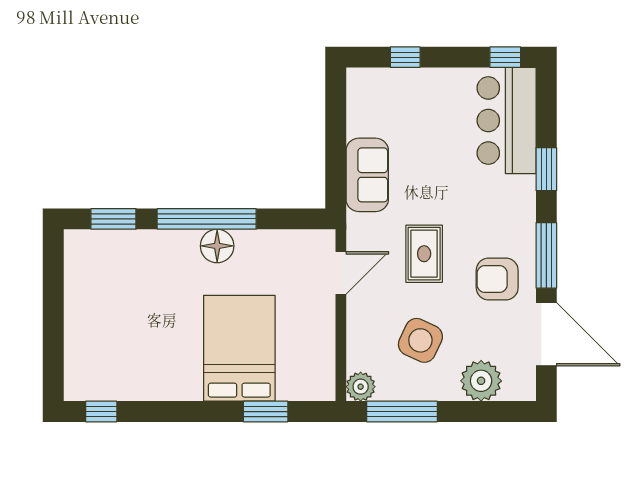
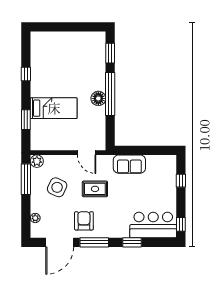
bed: (239, 348) -> (54, 108), width x0.67
plant: (481, 381) -> (35, 218), width x0.53, depth x0.53
window: (101, 412) -> (26, 74), moved

